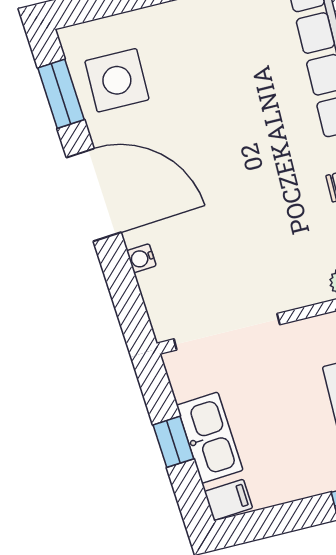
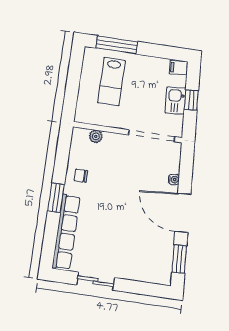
side table: (117, 80) -> (155, 255), removed
kitchen sink: (210, 438) -> (176, 101), width x0.73

